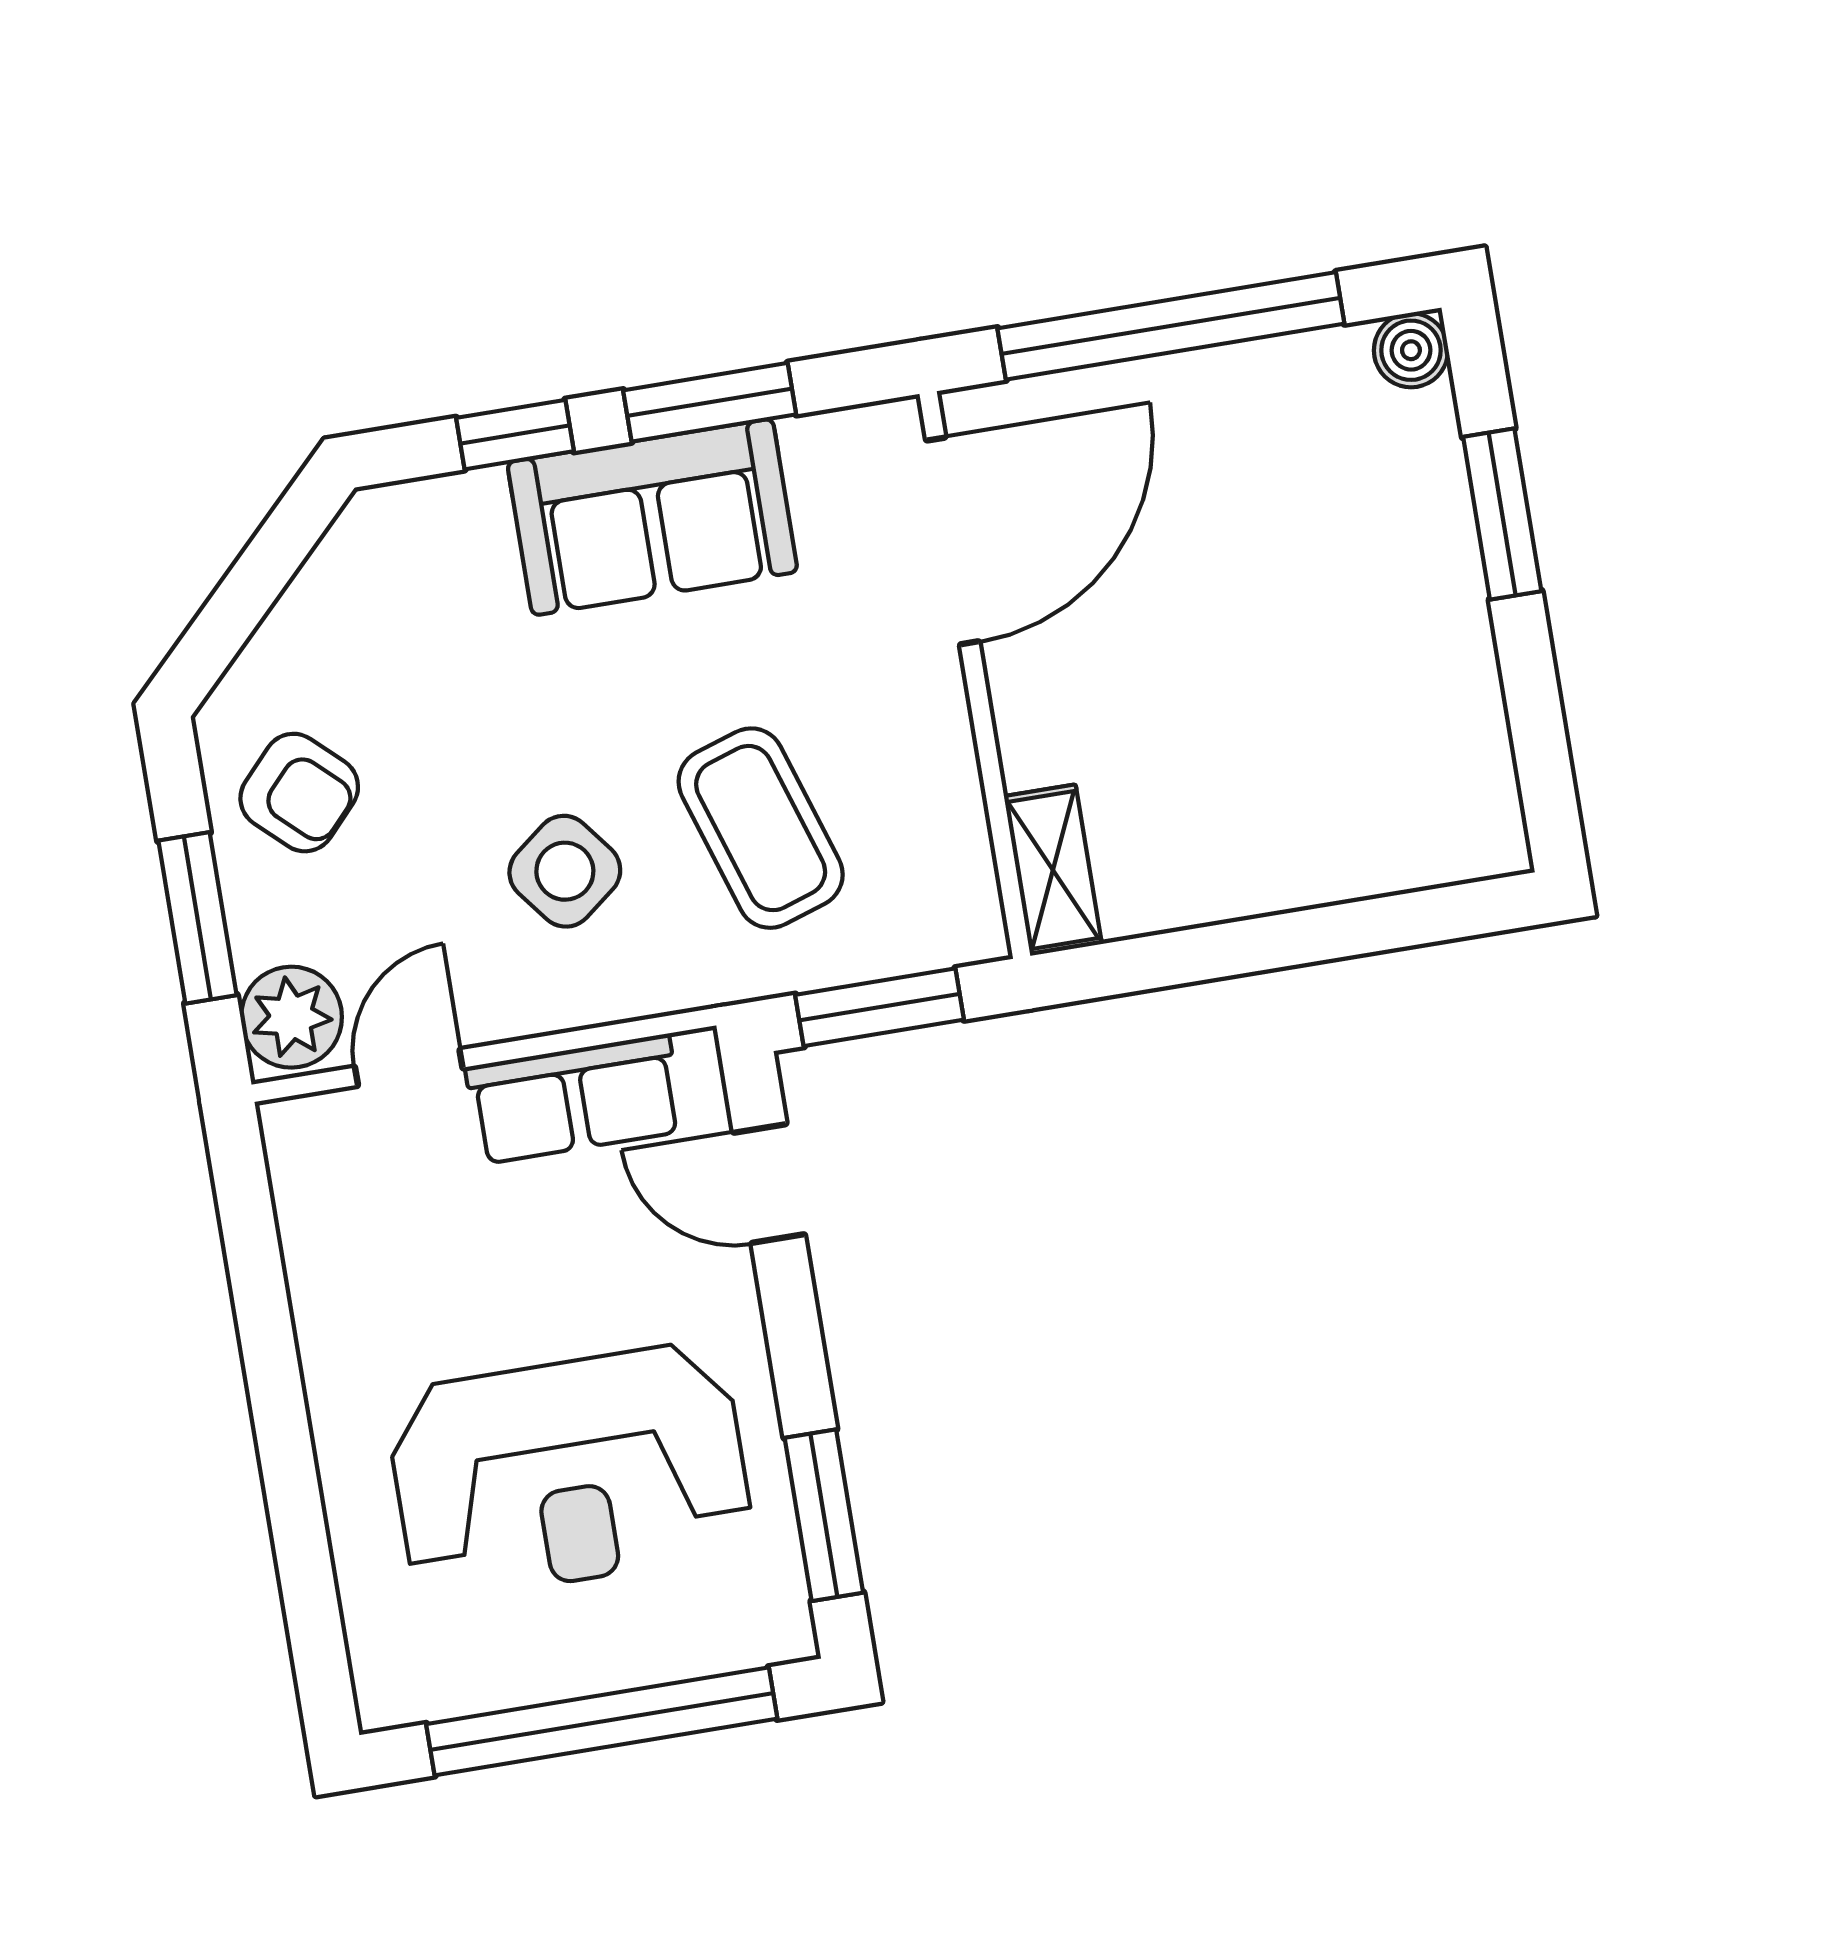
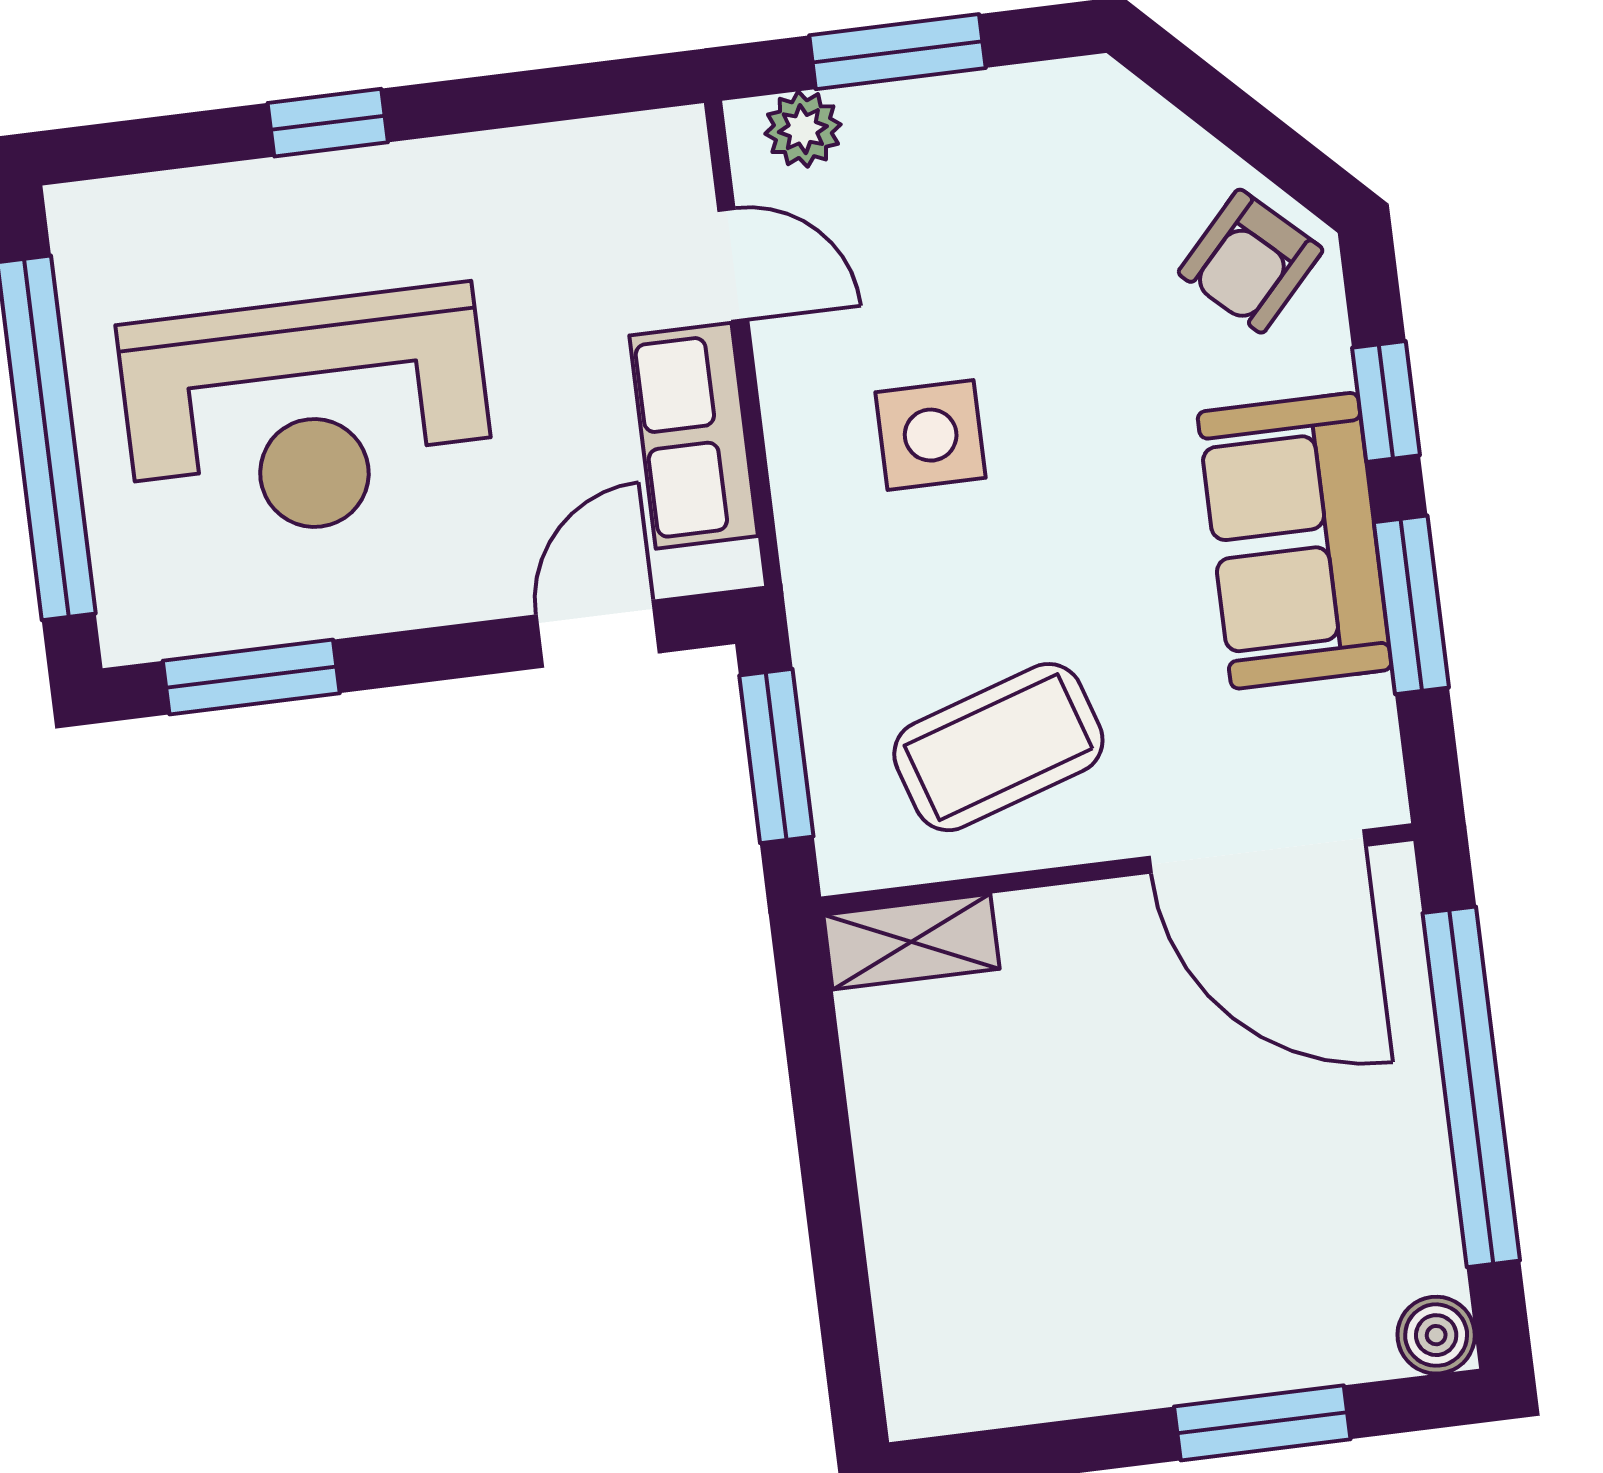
armchair: (299, 793) -> (1251, 261), moved
coffee table: (761, 828) -> (998, 747), moved
side table: (565, 871) -> (931, 435), turned 38
plant: (291, 1017) -> (803, 129), width x0.73, depth x0.73
window: (288, 1463) -> (328, 123), added
reception desk: (569, 1472) -> (307, 415), turned -90

